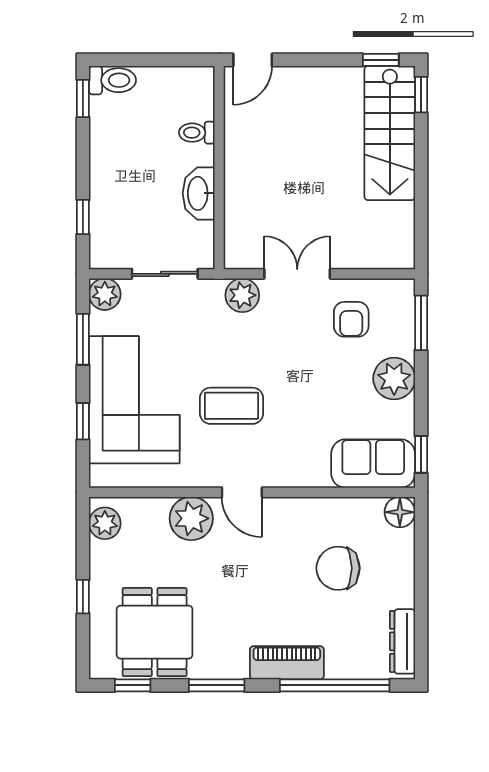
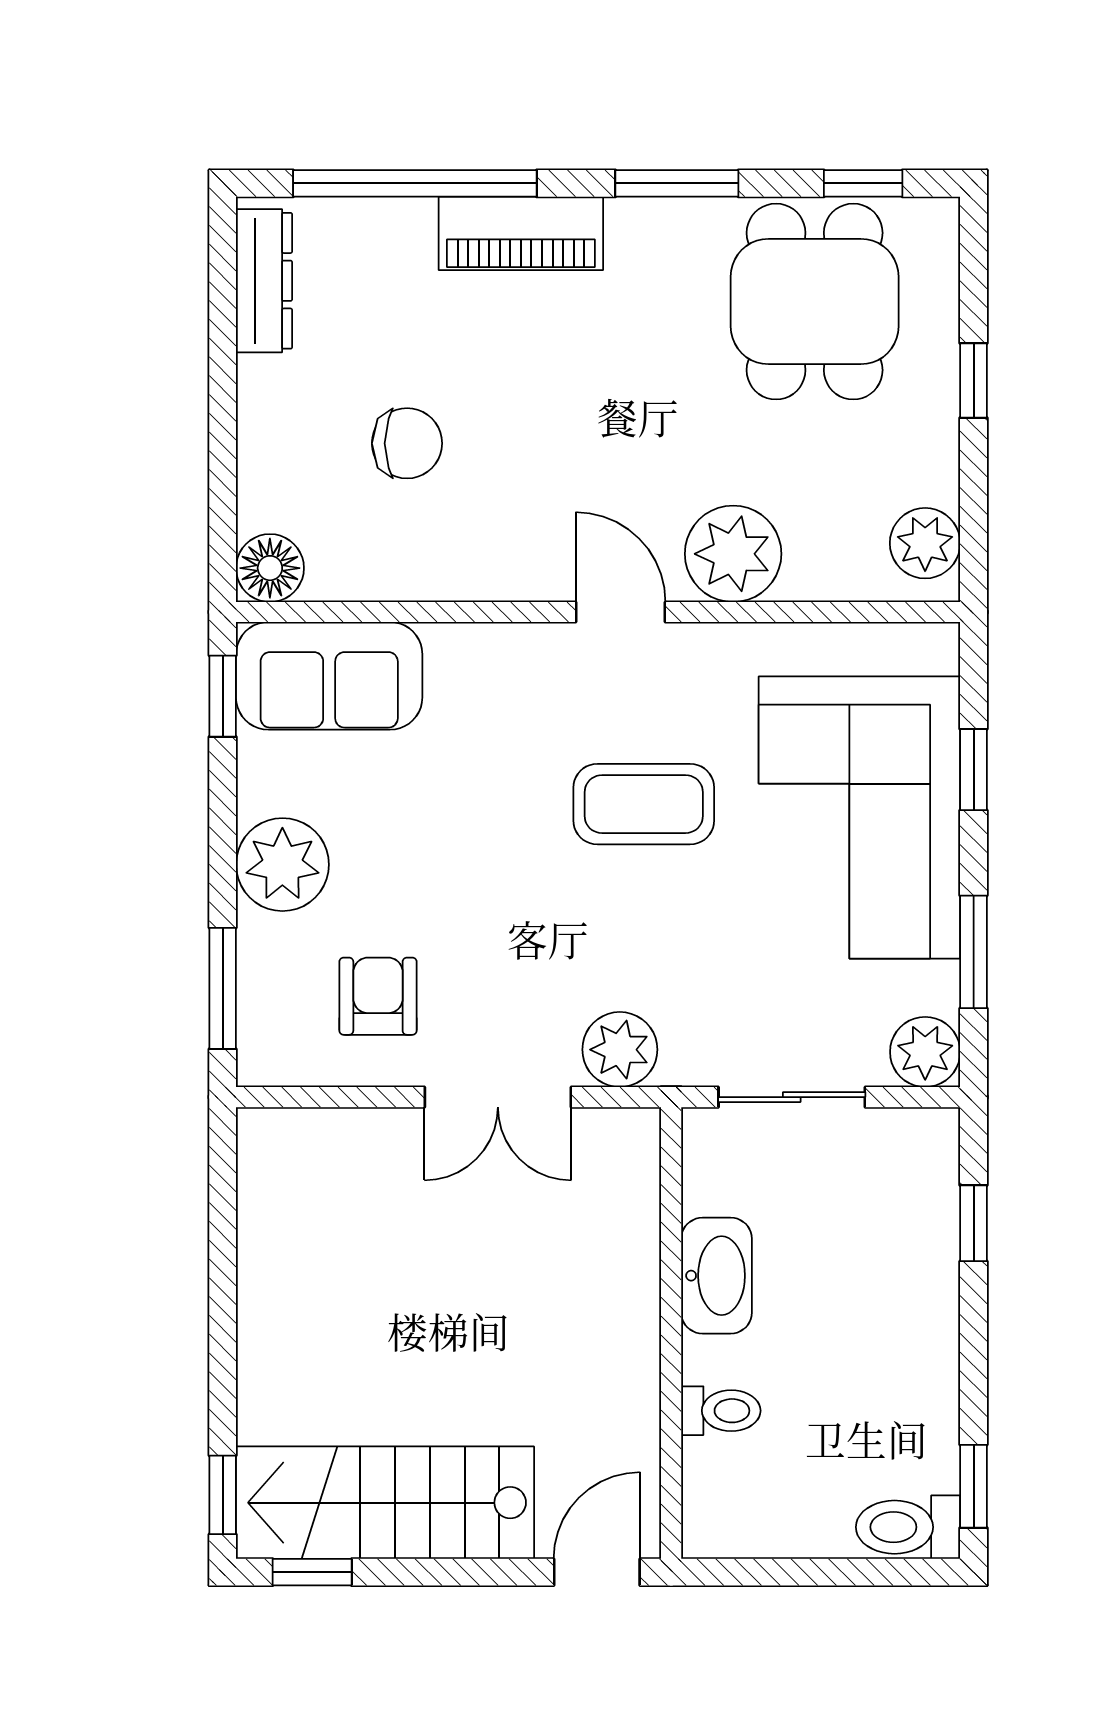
stairs: (390, 133) -> (385, 1503), moved, turned -90
chair: (338, 568) -> (407, 443), width x0.73, depth x0.73

